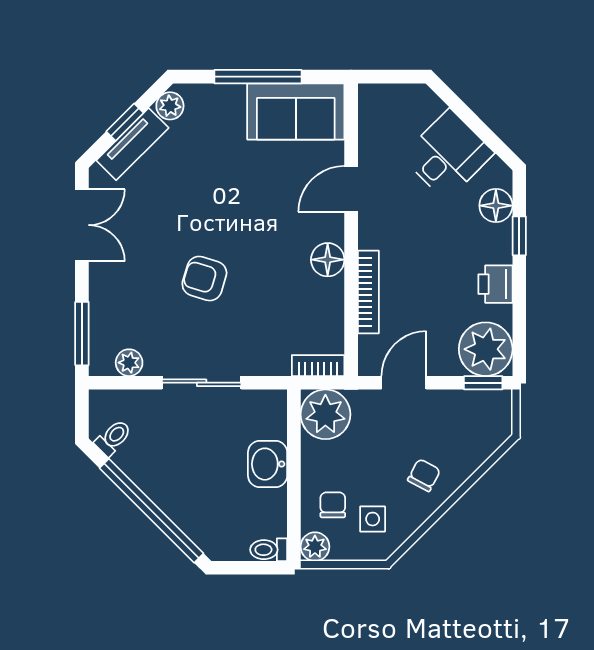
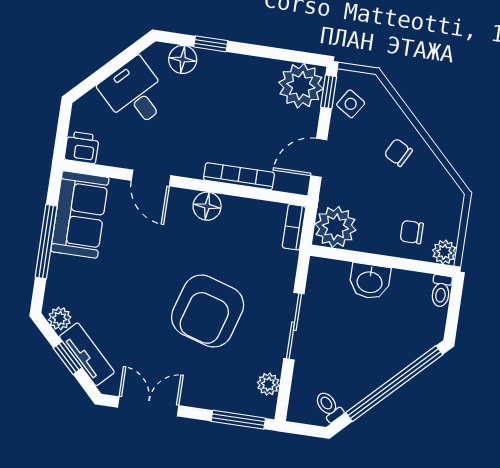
armchair: (204, 279) -> (208, 311), width x1.88, depth x1.88
printer: (495, 284) -> (82, 148), moved, turned 180
door: (404, 383) -> (319, 158), hinge flipped
side table: (373, 519) -> (351, 104), moved, turned 33

